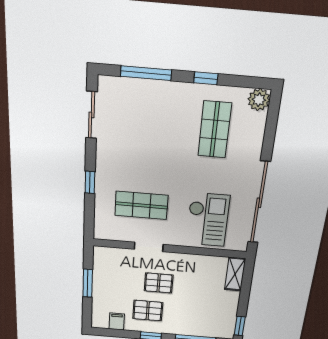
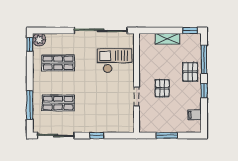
window: (206, 78) -> (30, 44), moved
sliding door: (91, 115) -> (56, 135), width x1.37
shop shelf: (141, 205) -> (58, 103), moved, turned 90
shelving: (235, 274) -> (167, 39), moved
pallet: (148, 311) -> (190, 72), moved

